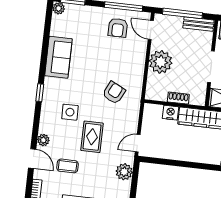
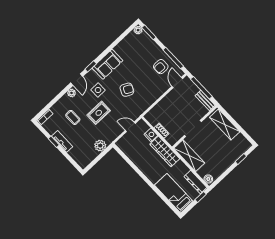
sofa: (59, 57) -> (107, 64), moved
plant: (161, 62) -> (168, 104), removed
armchair: (114, 93) -> (127, 90), moved
door: (138, 143) -> (130, 127), moved
door: (32, 159) -> (77, 80), moved

